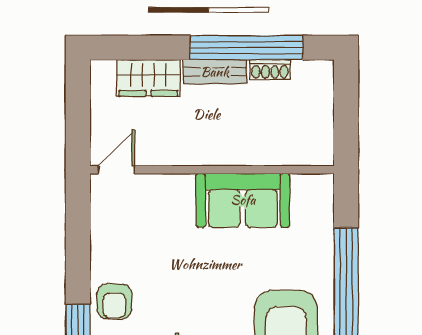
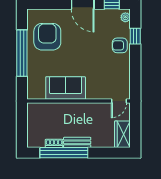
wardrobe: (148, 78) -> (122, 134), moved, turned -90
armchair: (114, 301) -> (120, 45), turned -90

